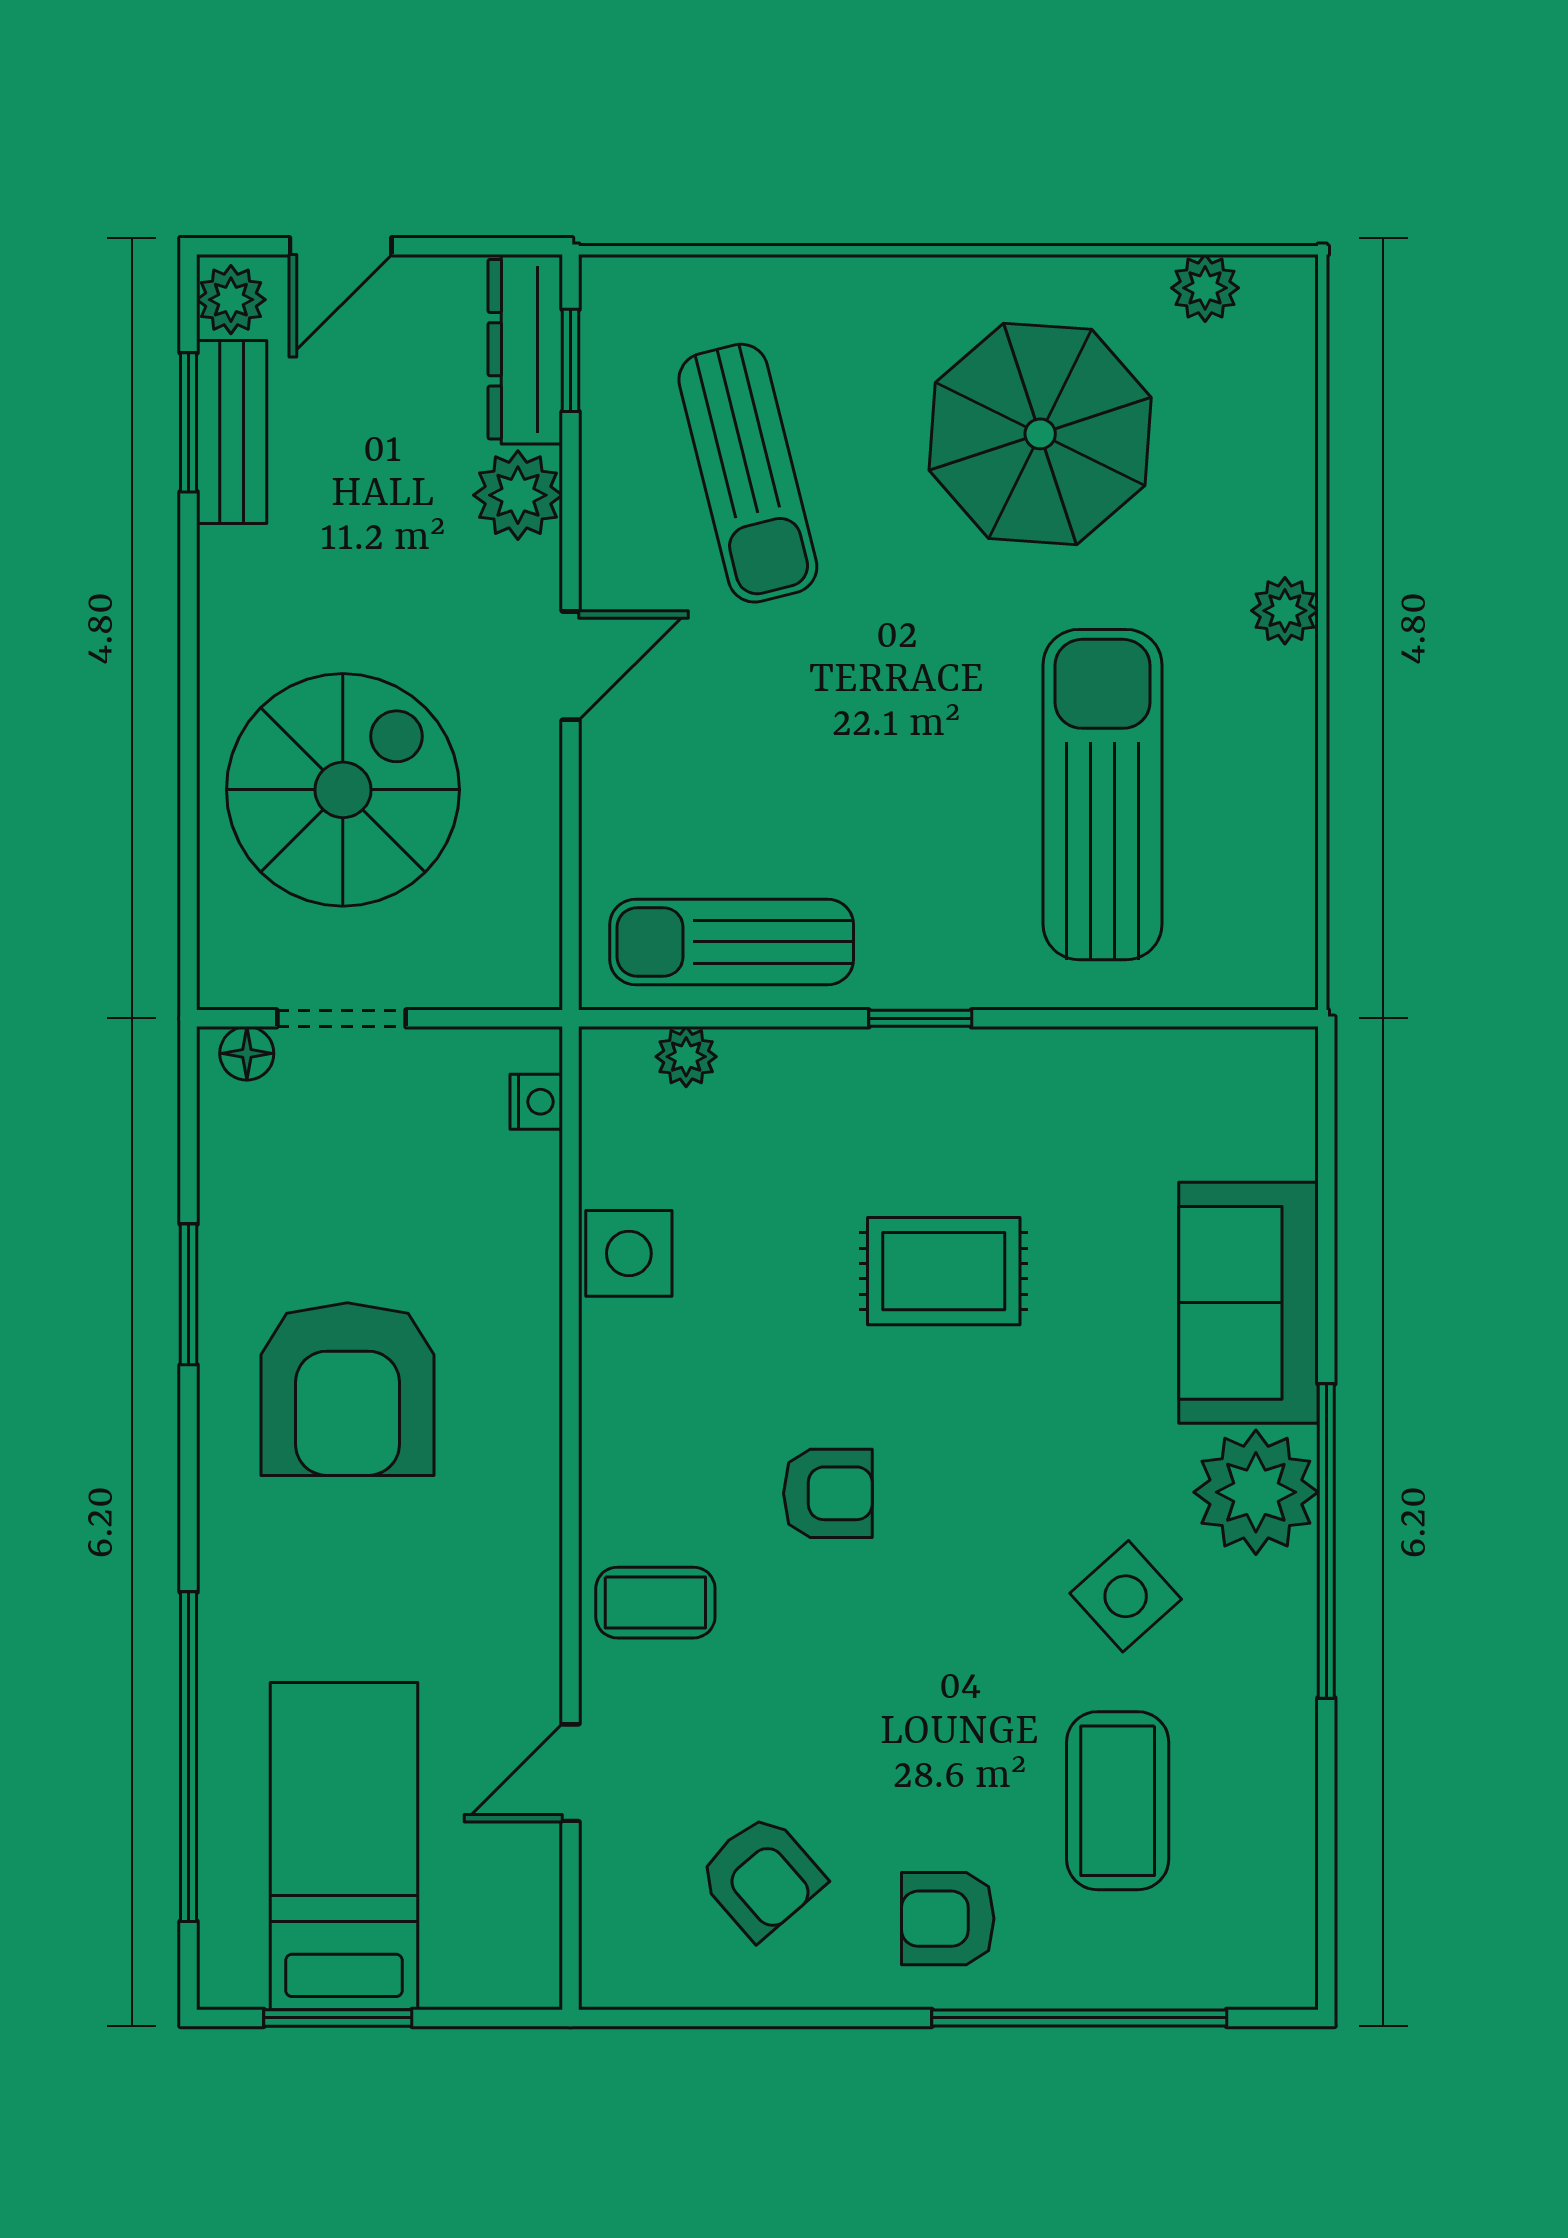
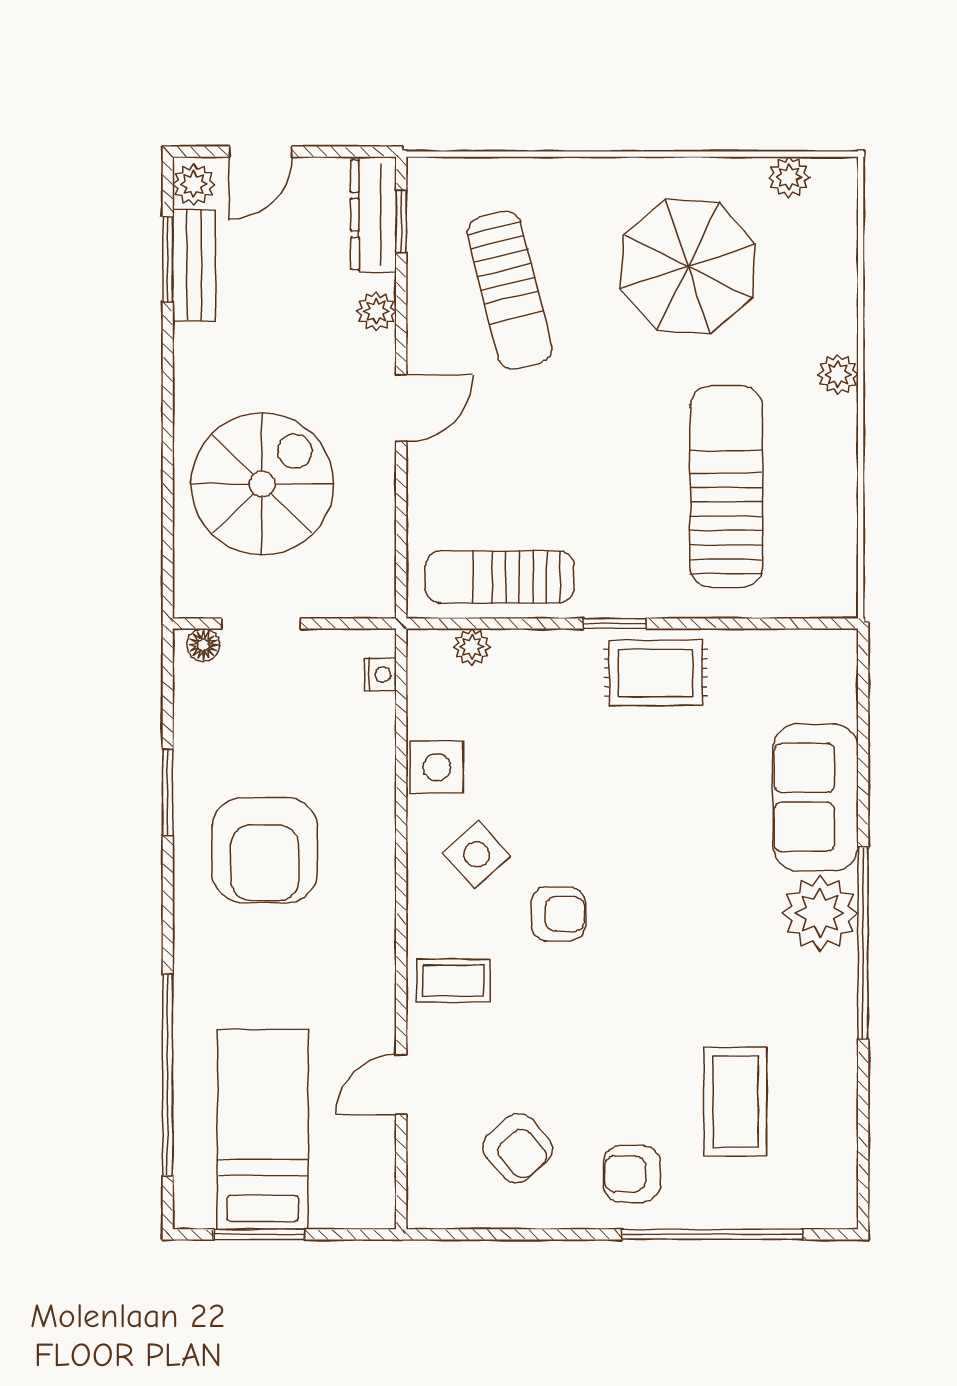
plant: (518, 495) -> (376, 311), width x0.73, depth x0.73
rug: (944, 1271) -> (656, 673), moved
side table: (1126, 1596) -> (477, 855), moved

